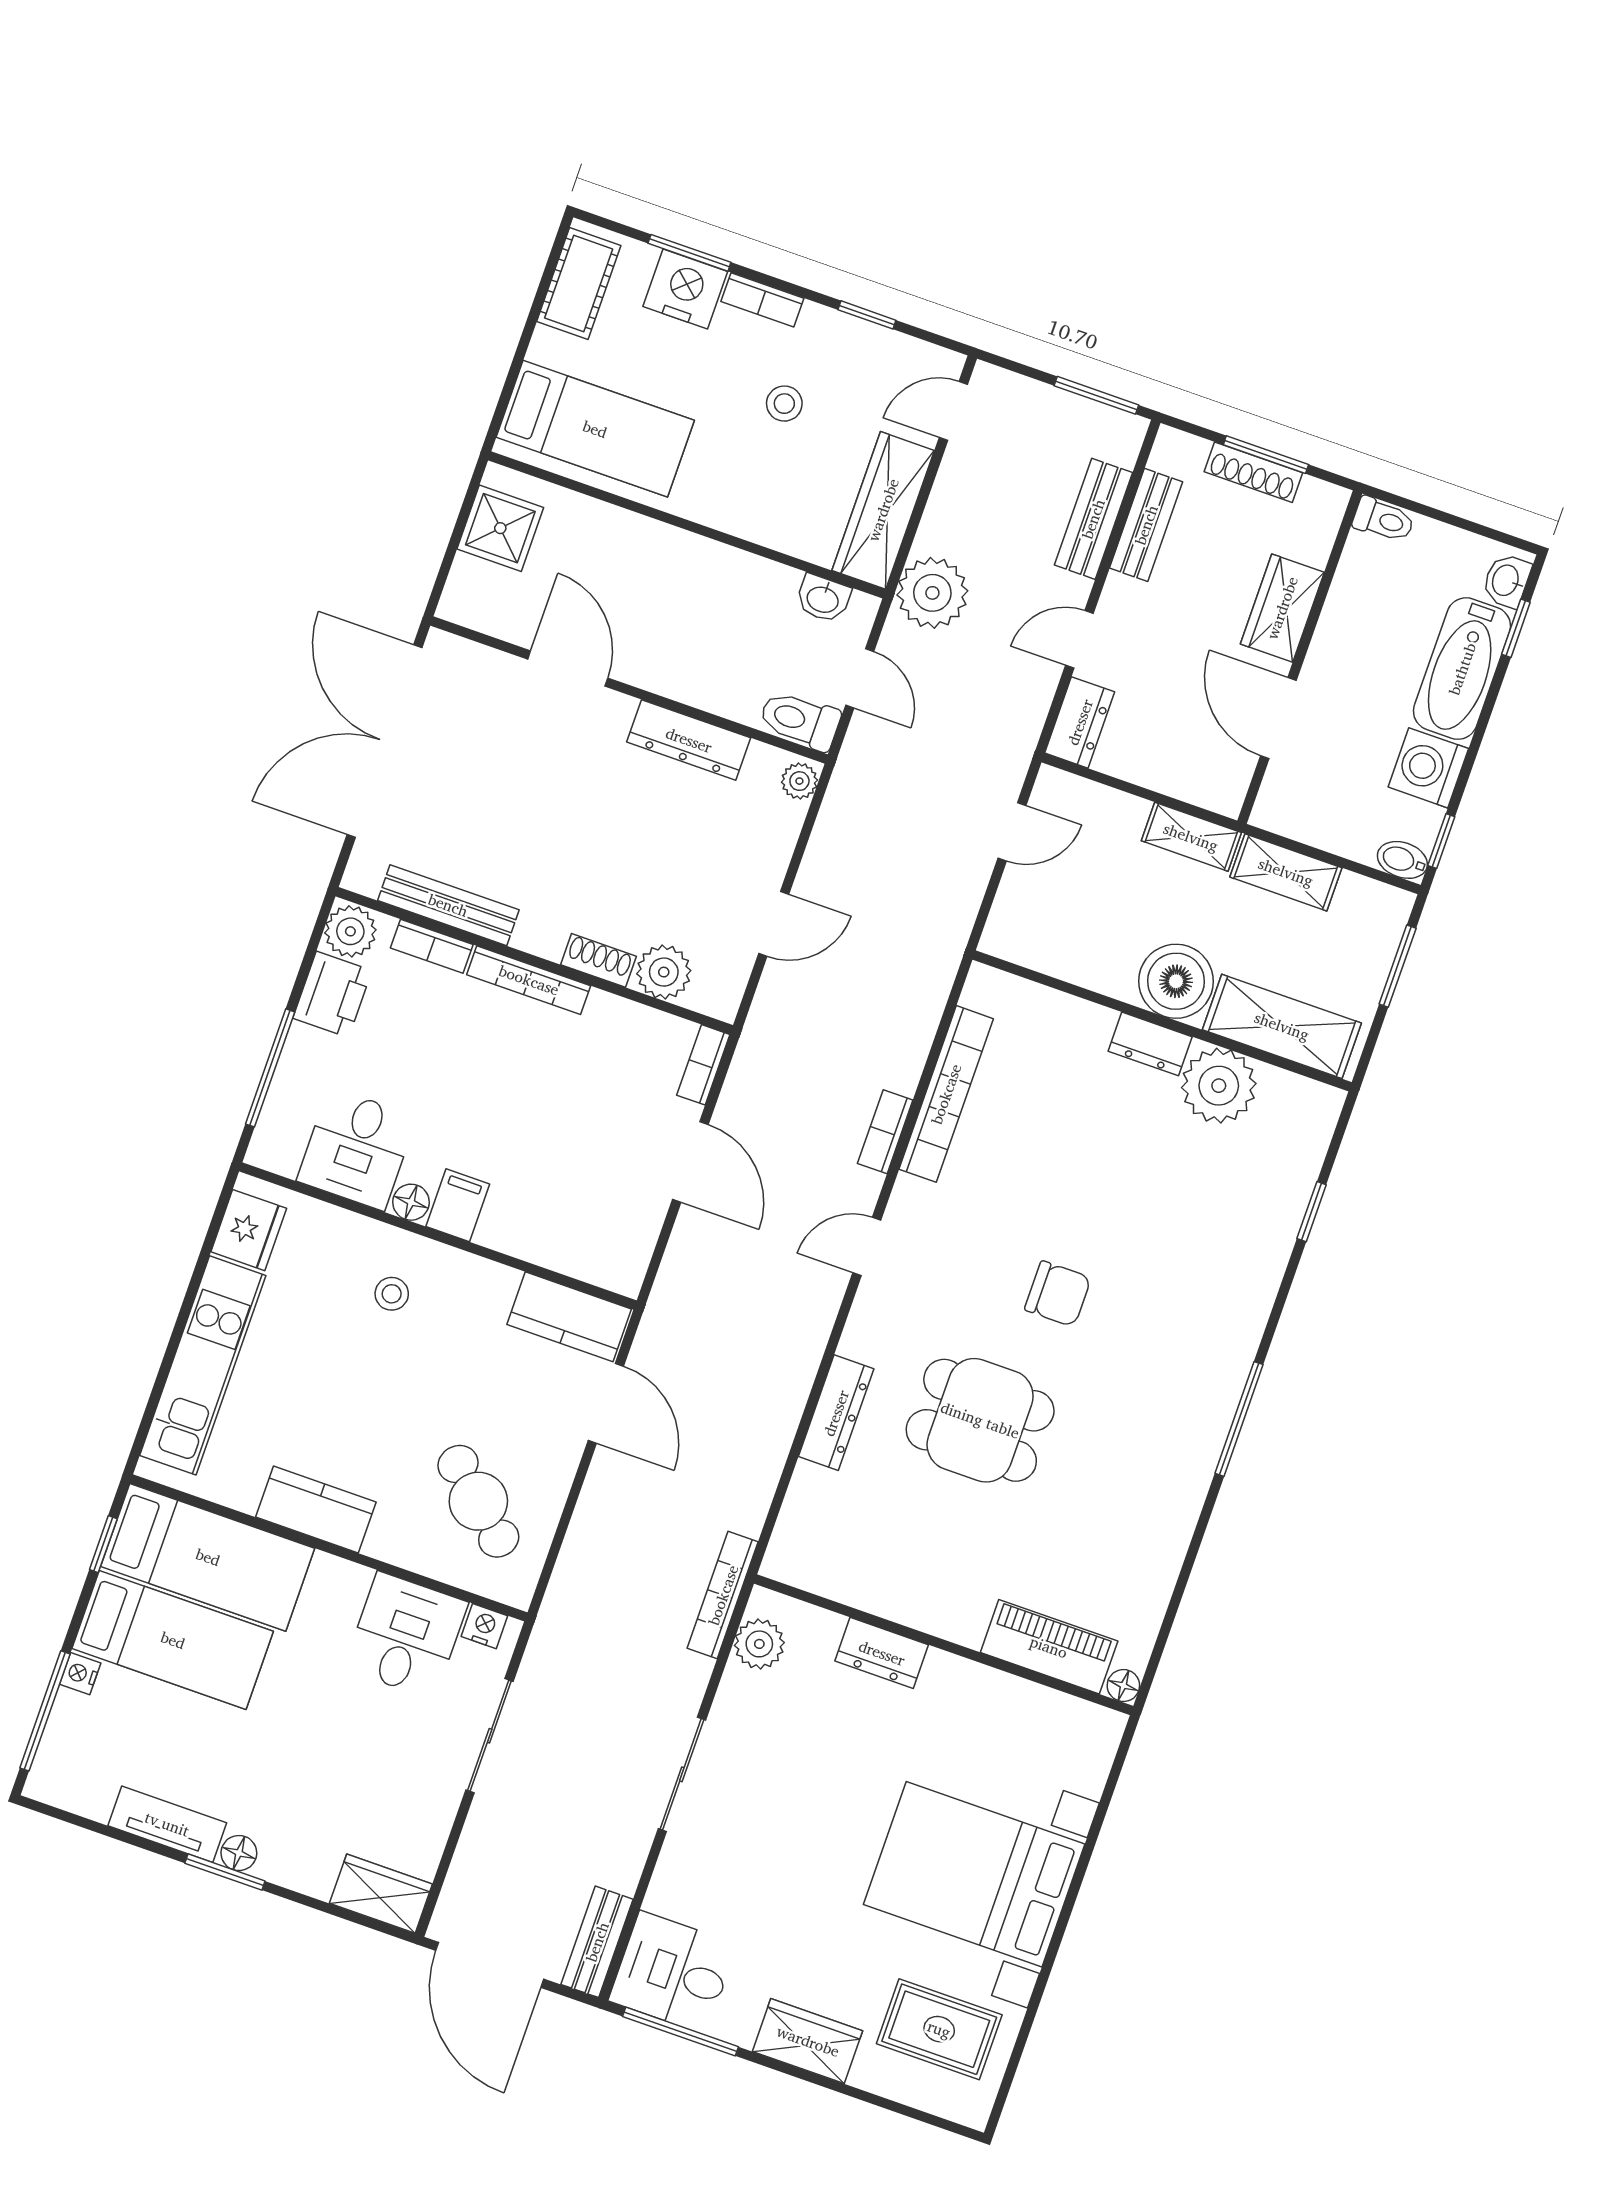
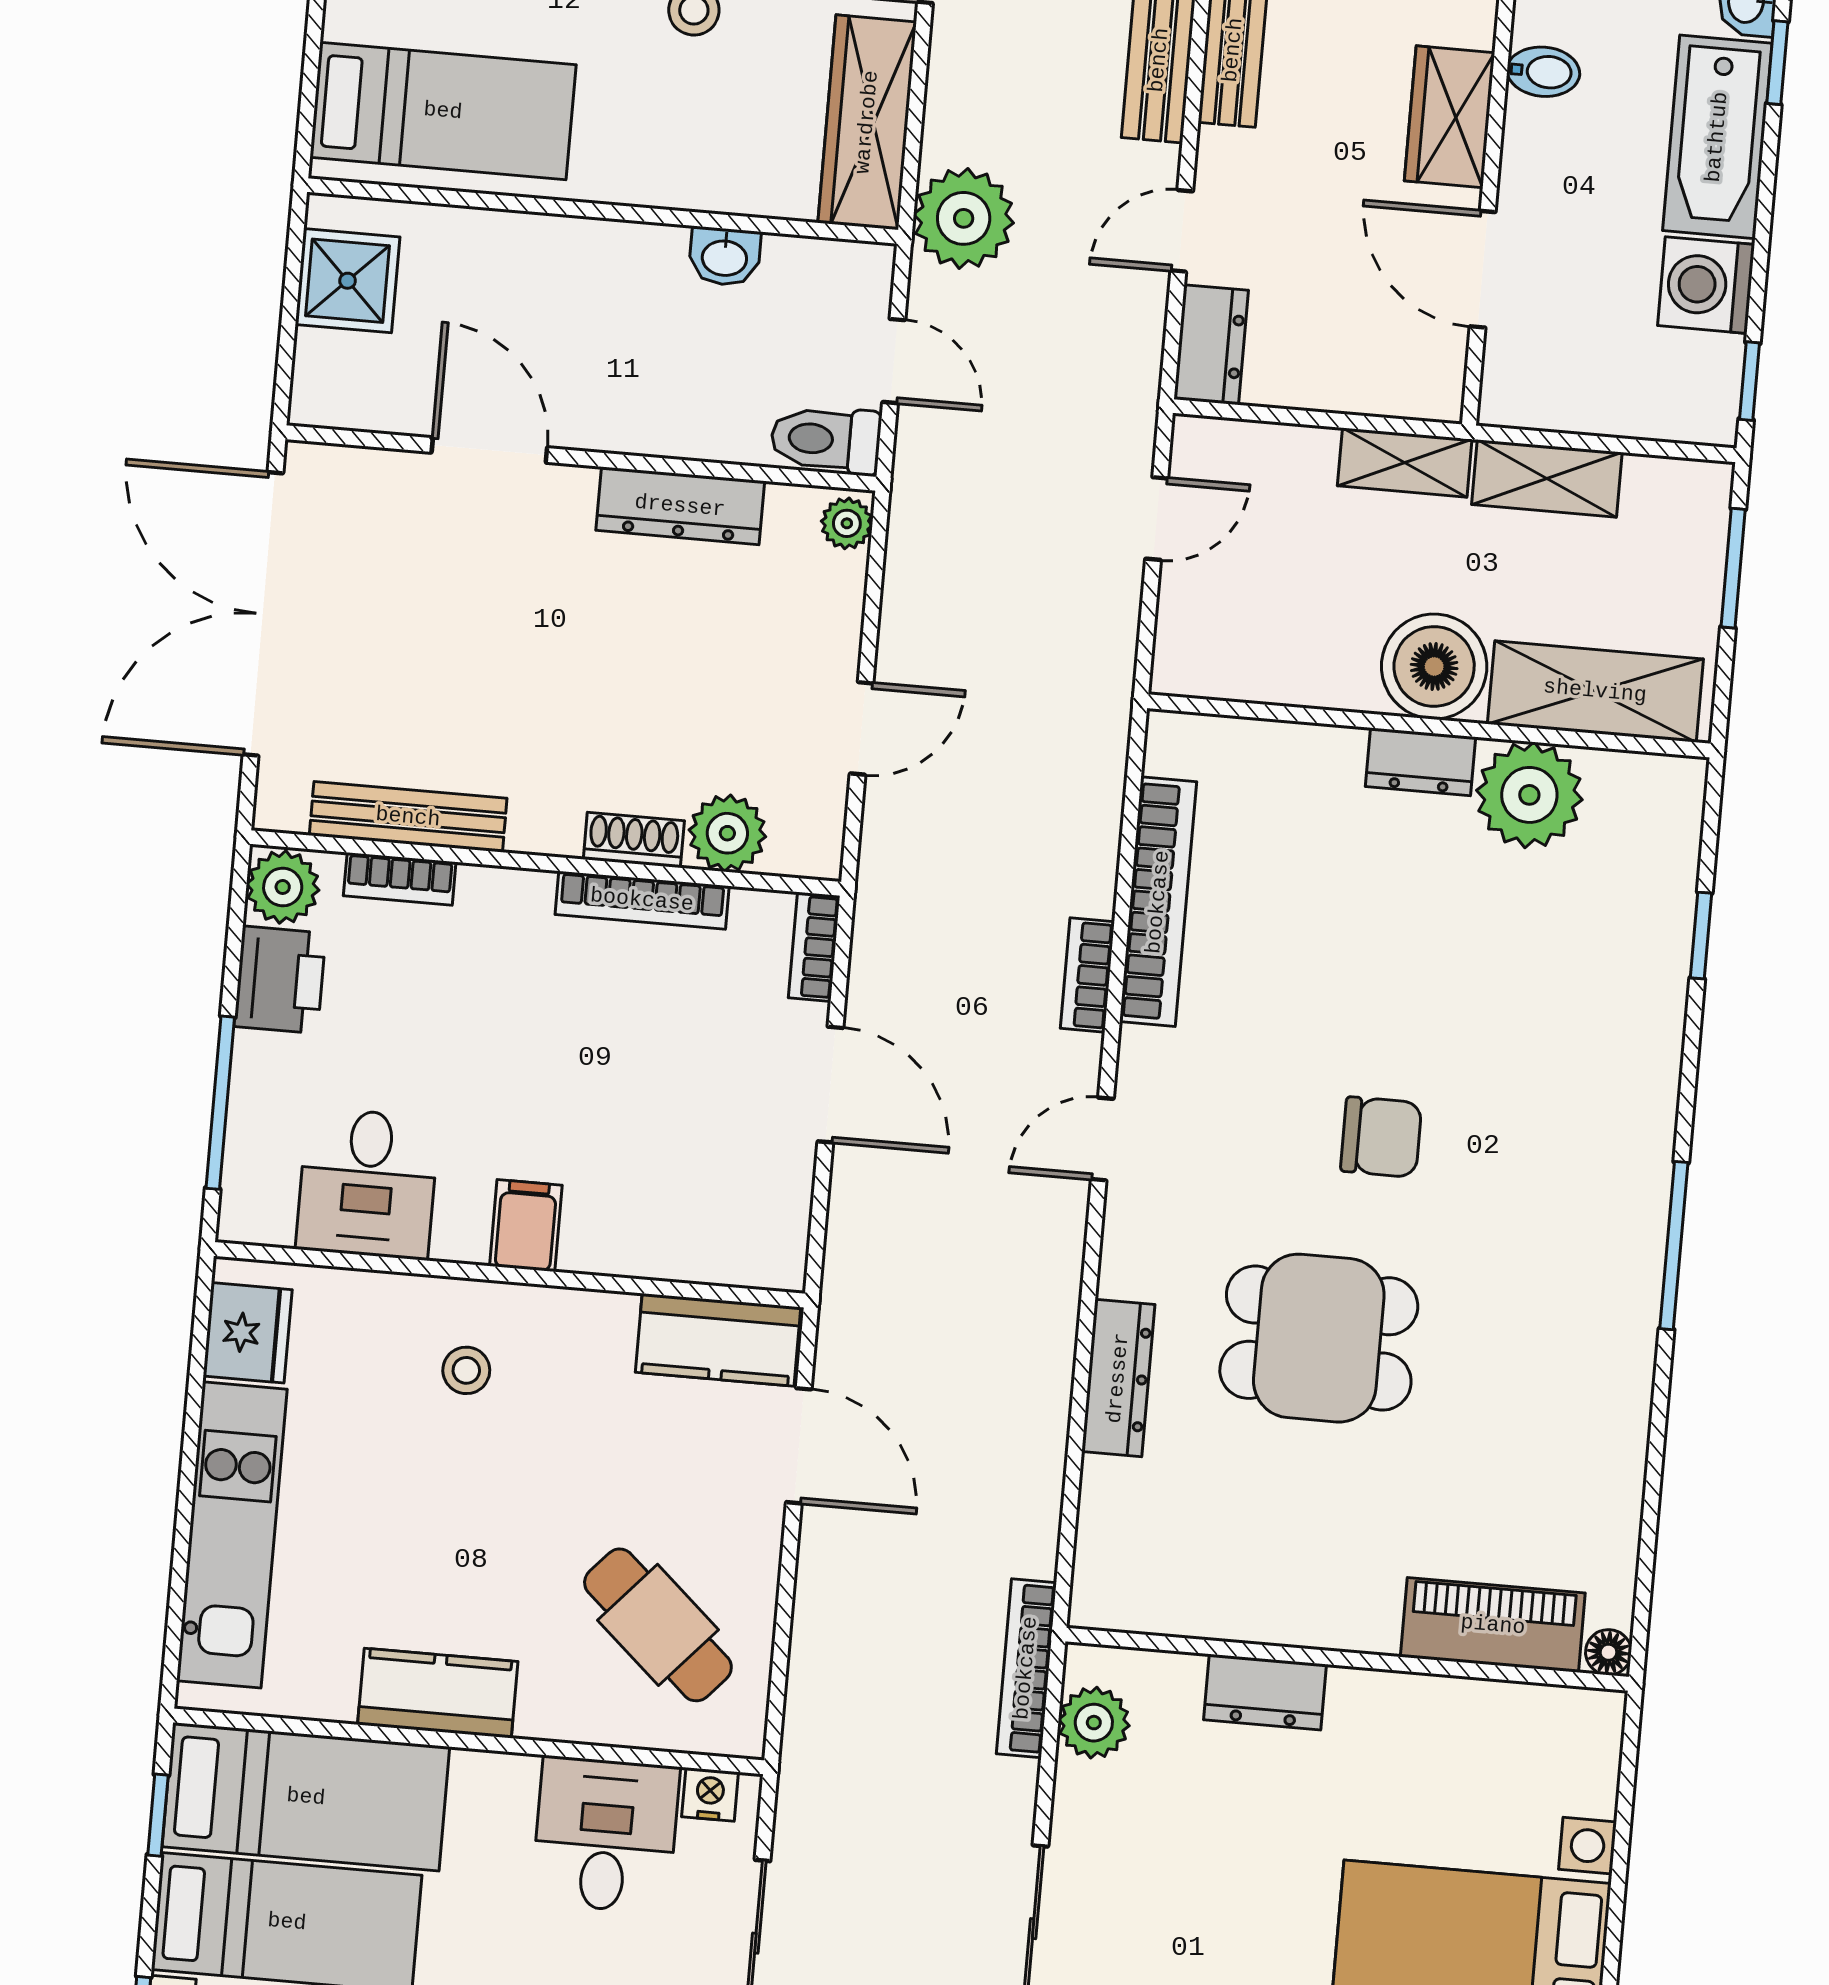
washbasin: (823, 599) -> (725, 257), moved
bidet: (1402, 860) -> (1543, 72), moved, turned 180
bookcase: (529, 980) -> (642, 900), moved
floor lamp: (411, 1202) -> (461, 1238), removed

